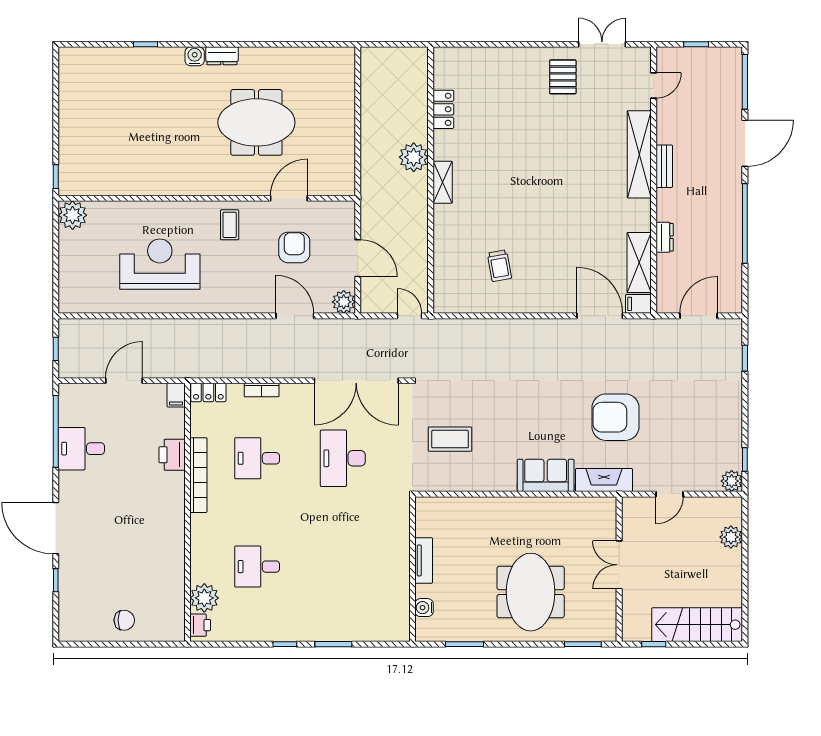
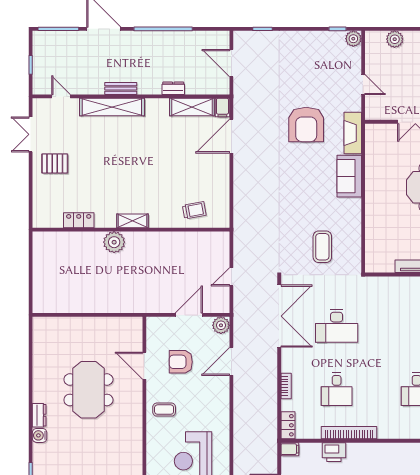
locker: (443, 109) -> (79, 220), moved
plant: (414, 157) -> (114, 242), moved
wall: (431, 180) -> (131, 230), moved
shelving: (443, 182) -> (133, 221), moved

